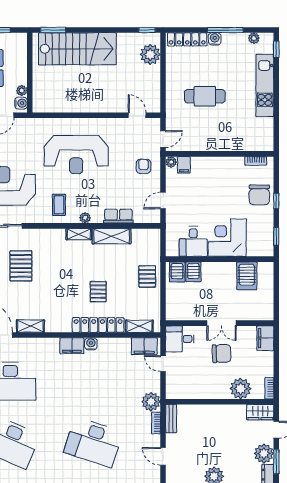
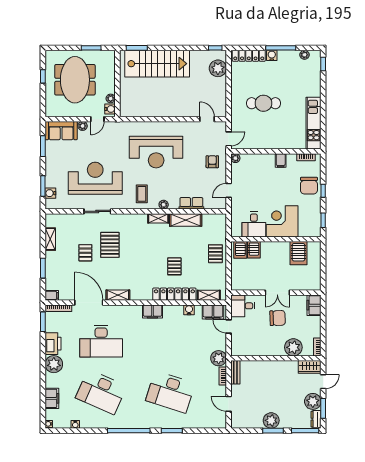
kitchen unit: (265, 85) -> (314, 123), moved
filing cabinet: (184, 165) -> (281, 161), moved
water cooler: (91, 344) -> (189, 310), moved

